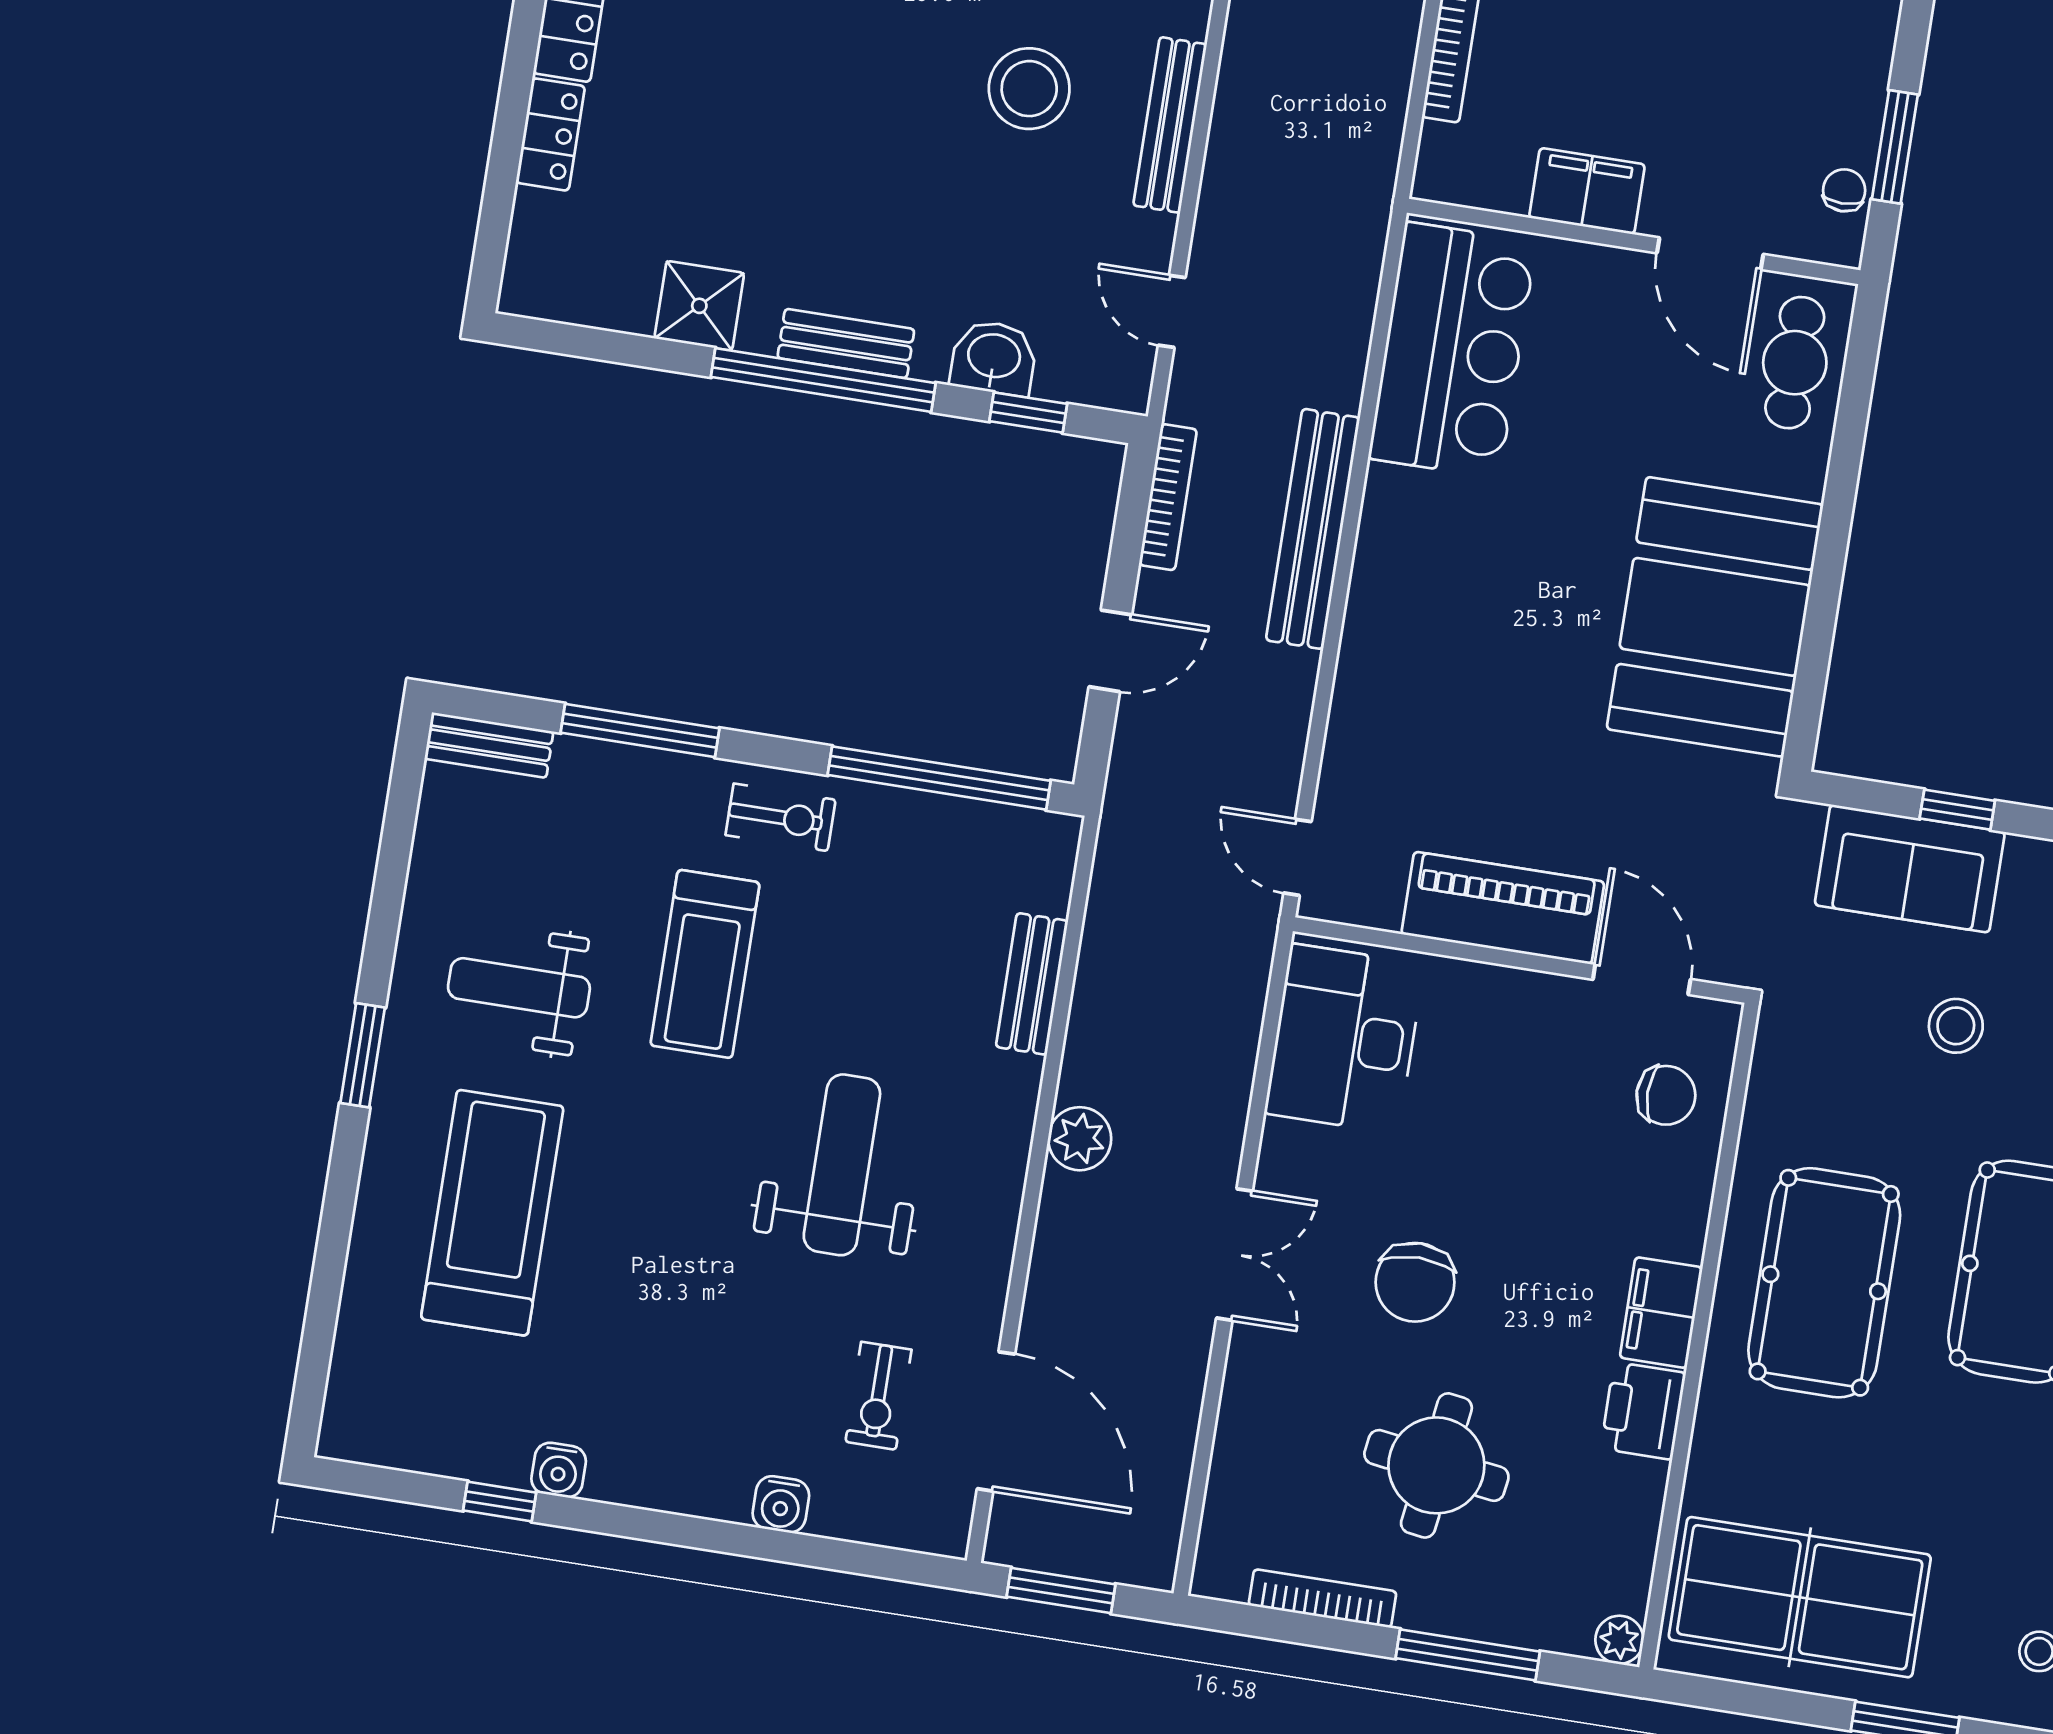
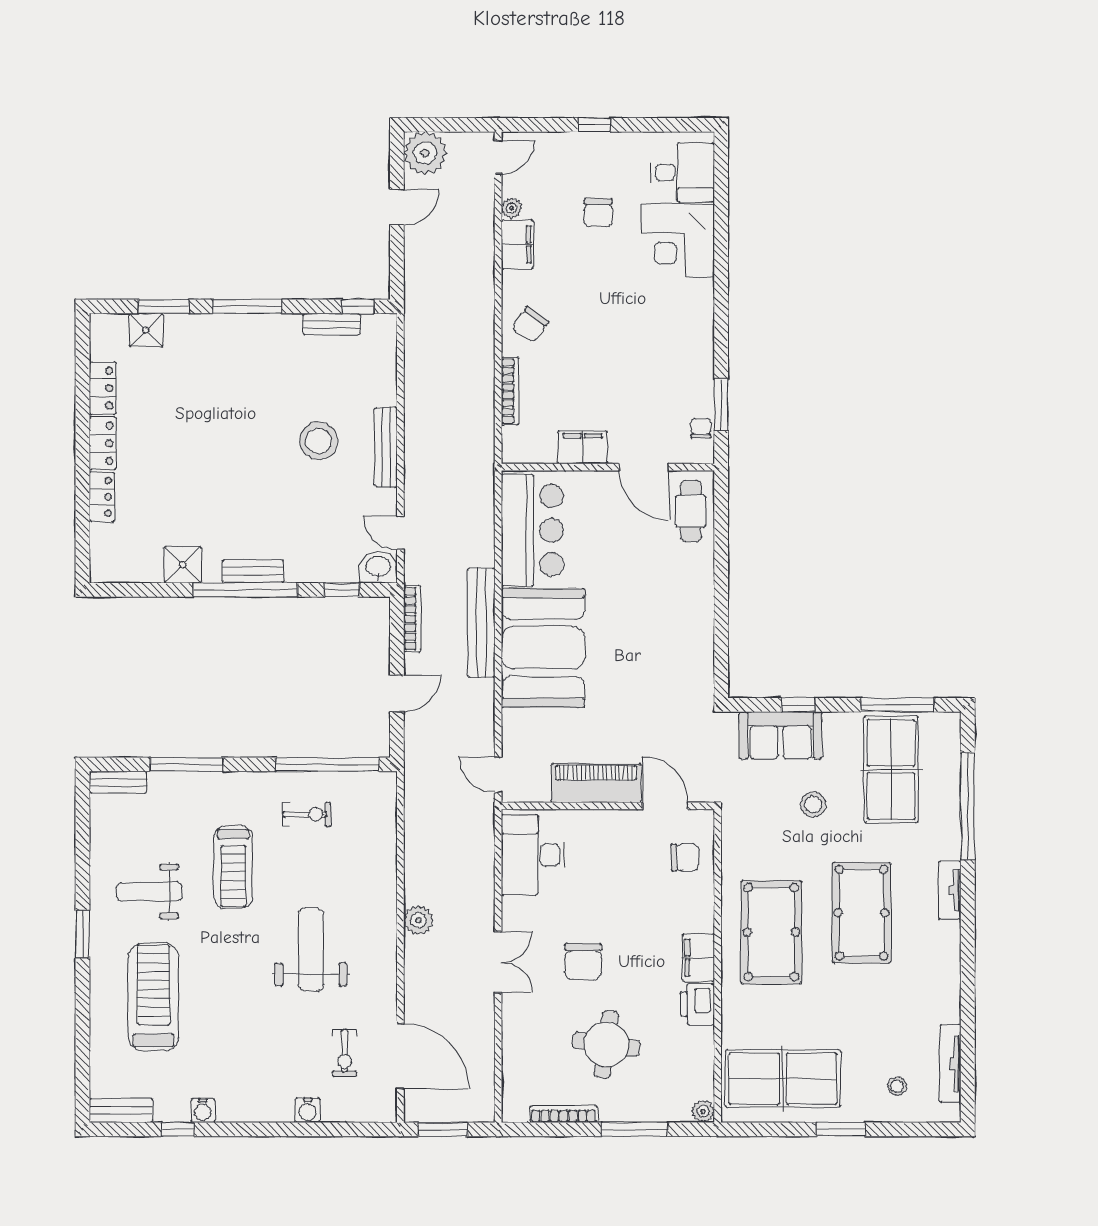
washbasin: (994, 358) -> (378, 567), moved
booth: (1715, 617) -> (543, 648), moved
exercise bike: (781, 817) -> (307, 814), moved
bench: (1032, 984) -> (121, 1110), moved, turned 90

